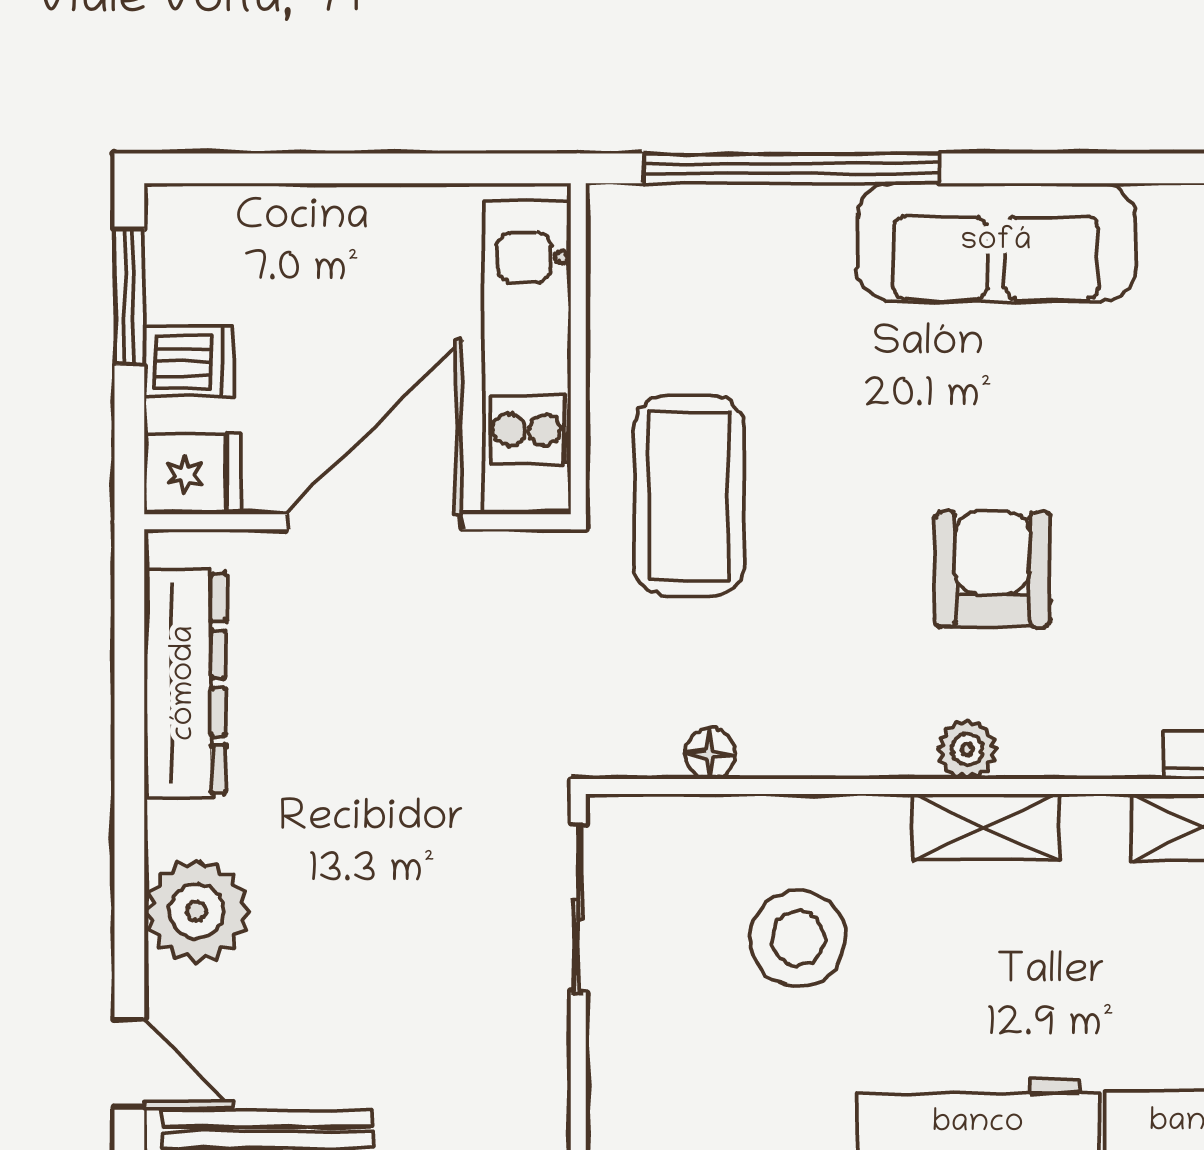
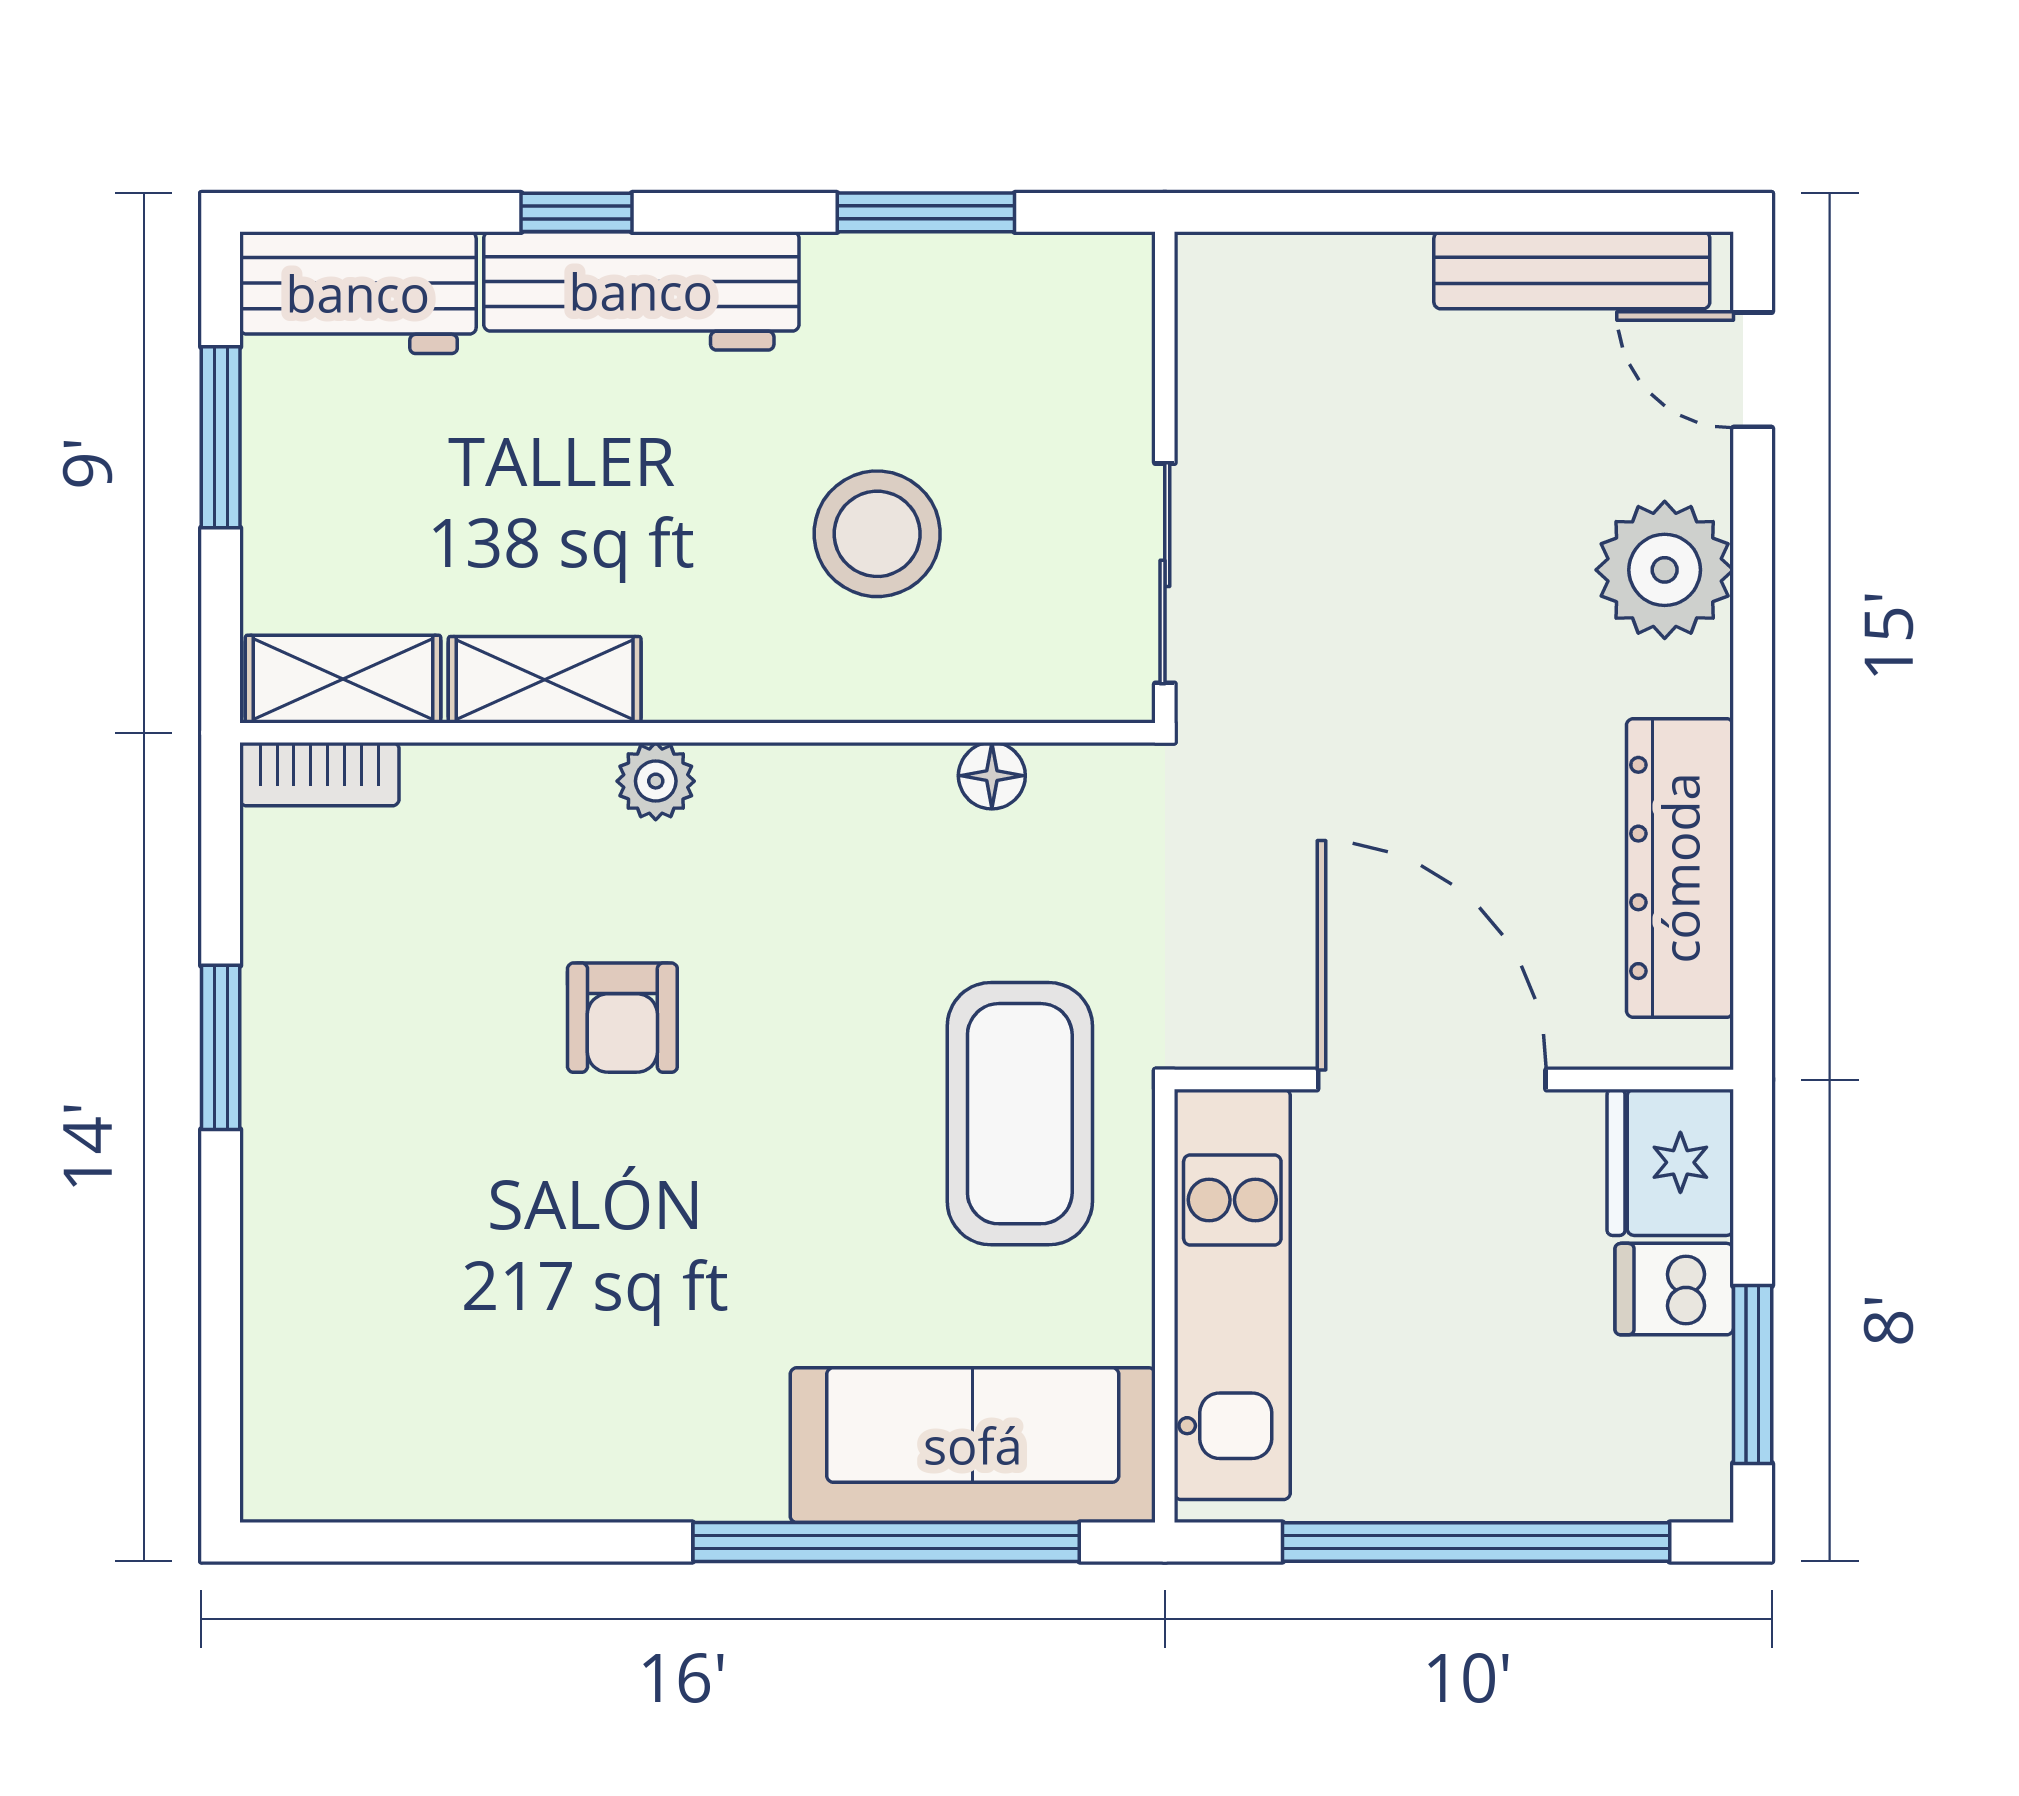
window: (341, 168) -> (1476, 1542), added
sofa: (996, 242) -> (973, 1445), moved
fridge: (192, 474) -> (1670, 1162), width x1.38
door: (374, 522) -> (1432, 1080), swing flipped
armchair: (993, 569) -> (622, 1018), width x0.72, depth x0.72
shelving: (986, 827) -> (545, 680), moved

